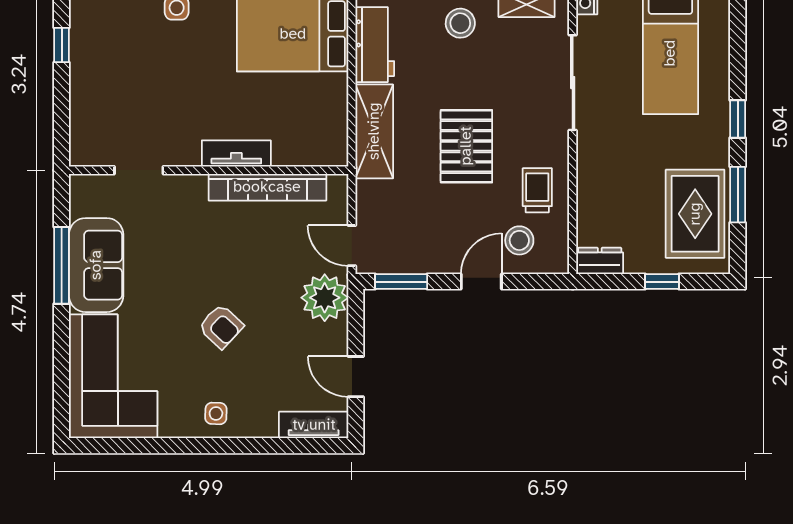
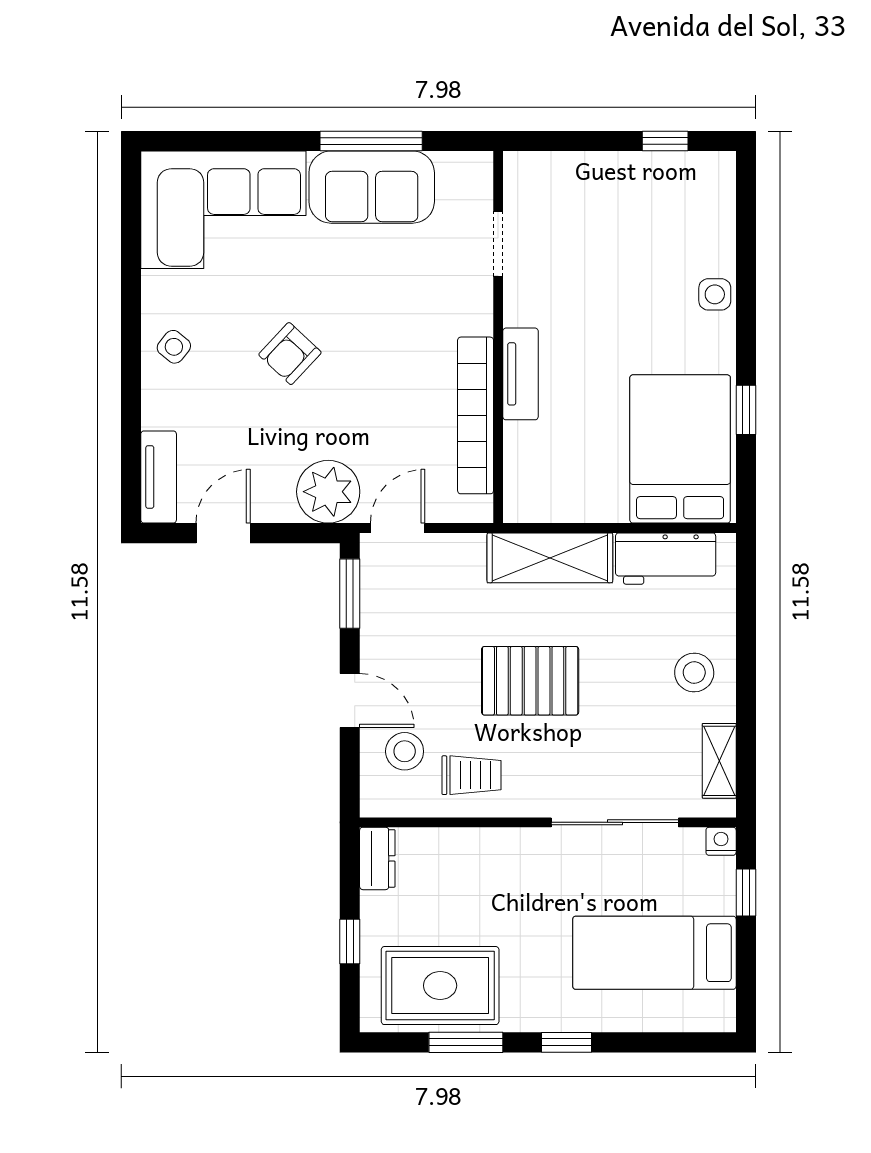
side table: (216, 413) -> (174, 347), turned 37

